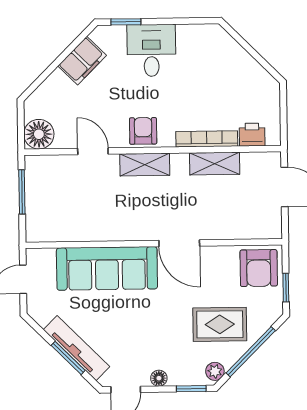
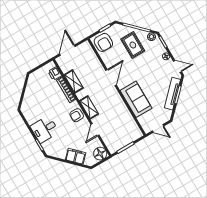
filing cabinet: (82, 61) -> (76, 156), moved
sofa: (107, 268) -> (136, 99), width x0.73
armchair: (259, 268) -> (103, 42), turned 90

